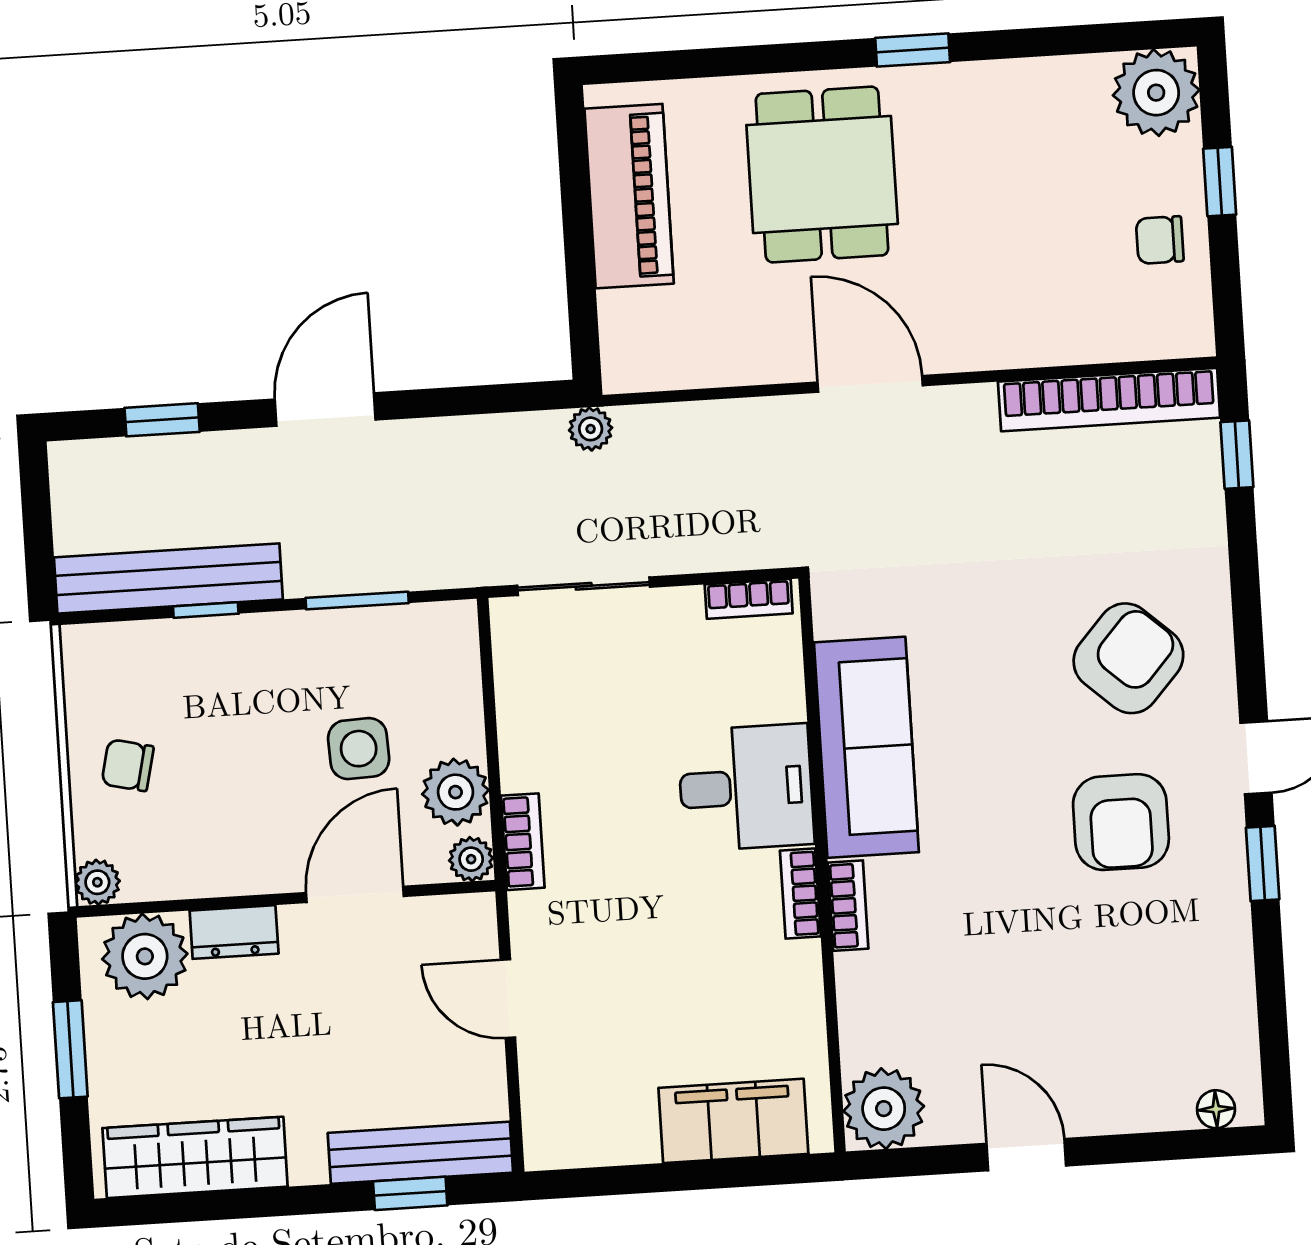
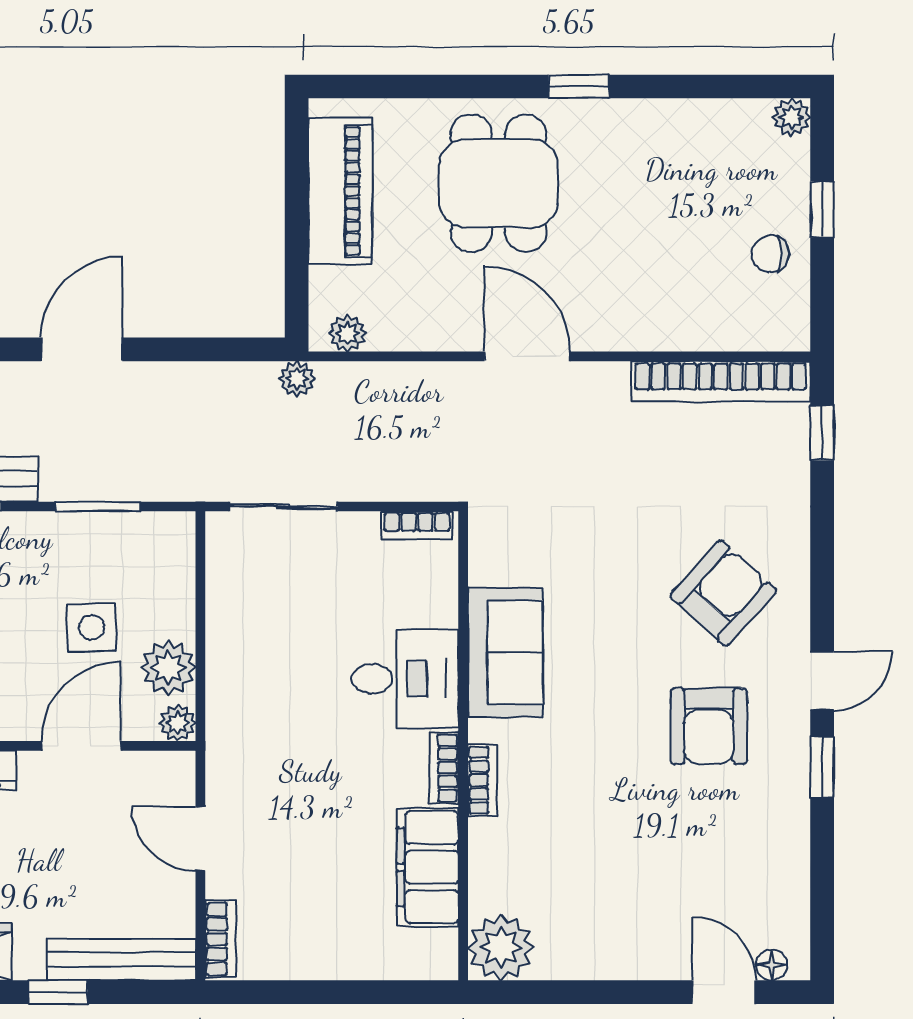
plant: (1156, 93) -> (792, 117), width x0.53, depth x0.53
plant: (649, 370) -> (347, 333), added
sofa: (866, 747) -> (505, 652), width x0.73
bookcase: (523, 842) -> (221, 939), moved
filing cabinet: (733, 1121) -> (428, 867), moved, turned -90
door: (1026, 1155) -> (724, 992), moved
window: (410, 1193) -> (58, 992), moved

